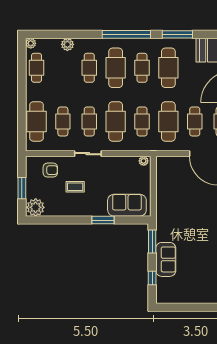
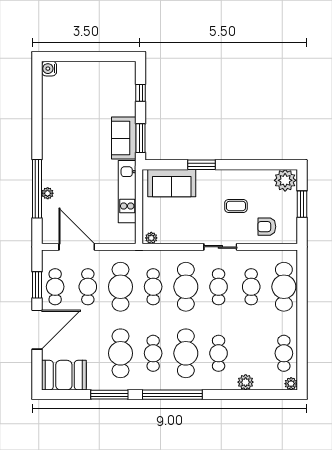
kitchen unit: (163, 198) -> (127, 192), added
sofa: (166, 259) -> (124, 138), moved

